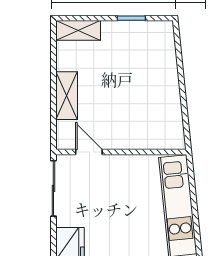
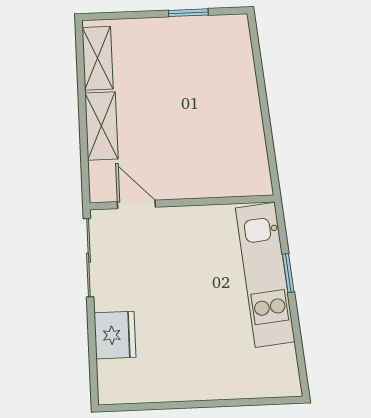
shelving: (78, 30) -> (98, 58), moved, turned 90
window: (194, 205) -> (288, 273), added

